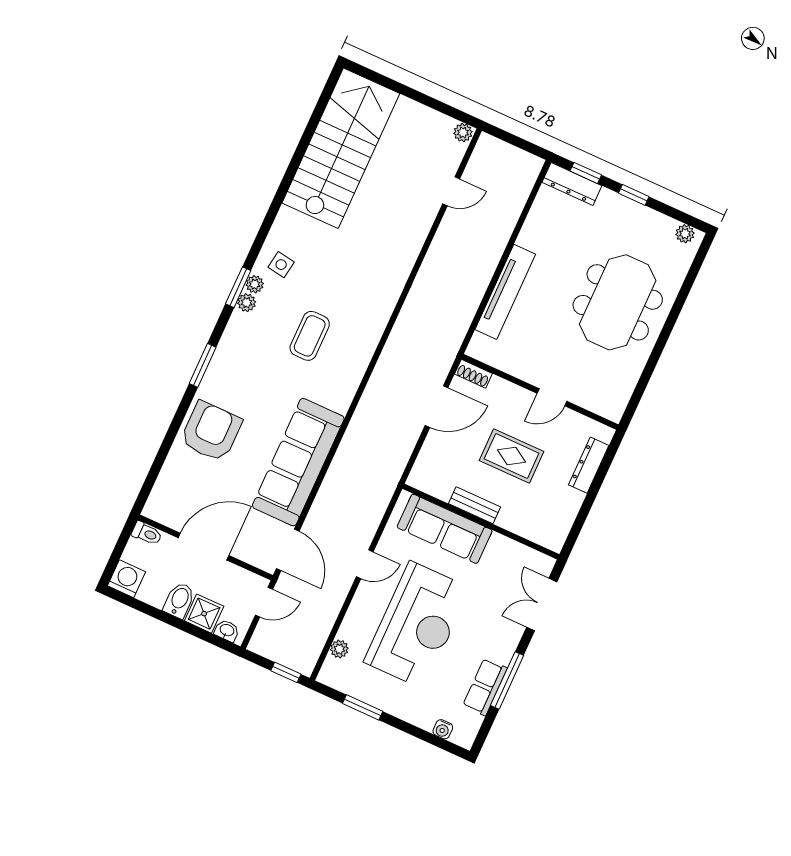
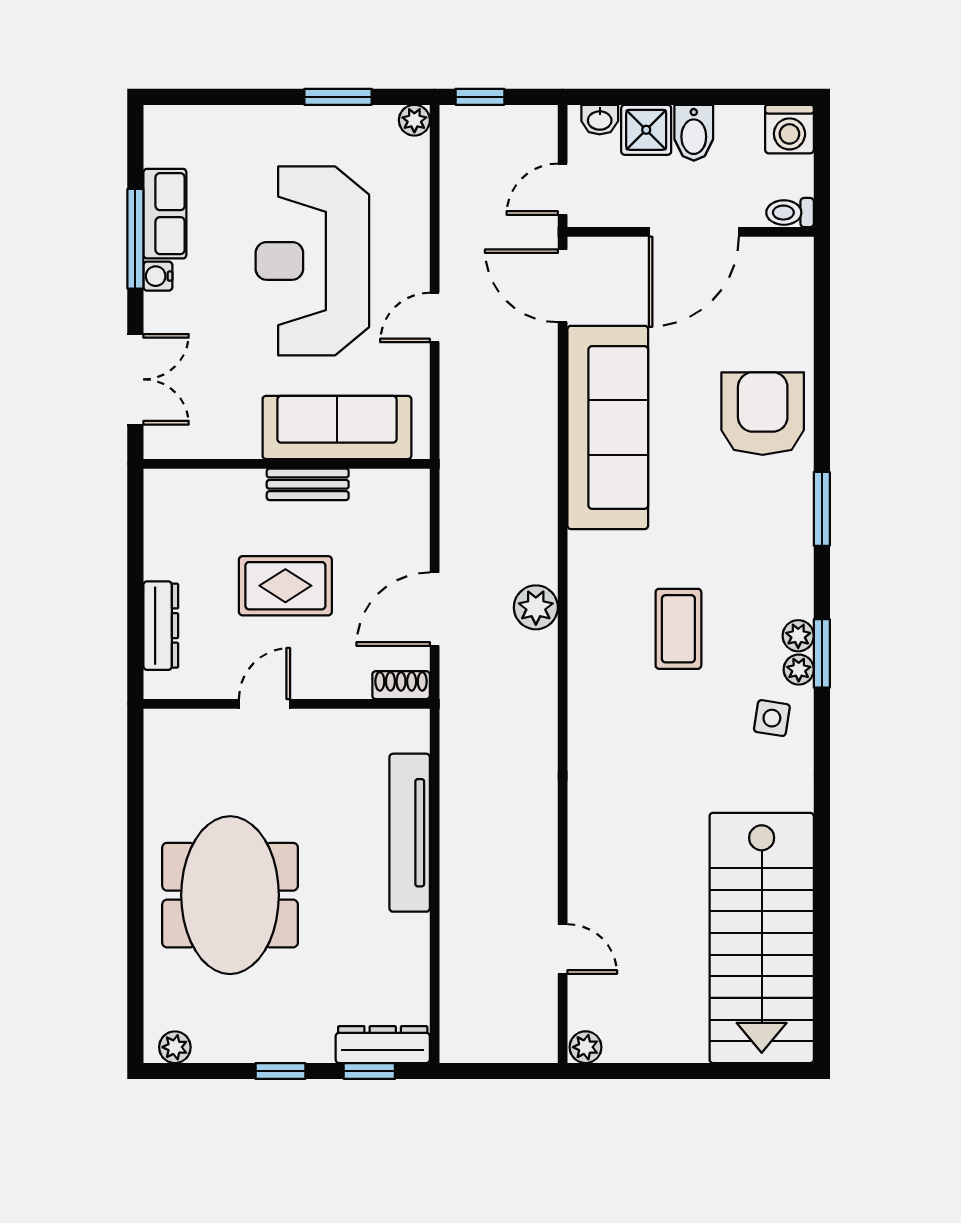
door: (451, 191) -> (563, 949), swing flipped
plant: (381, 383) -> (536, 607), added
armchair: (211, 431) -> (763, 414), turned 180
plant: (339, 649) -> (414, 120), moved
water cooler: (443, 729) -> (158, 276), moved, turned -90

